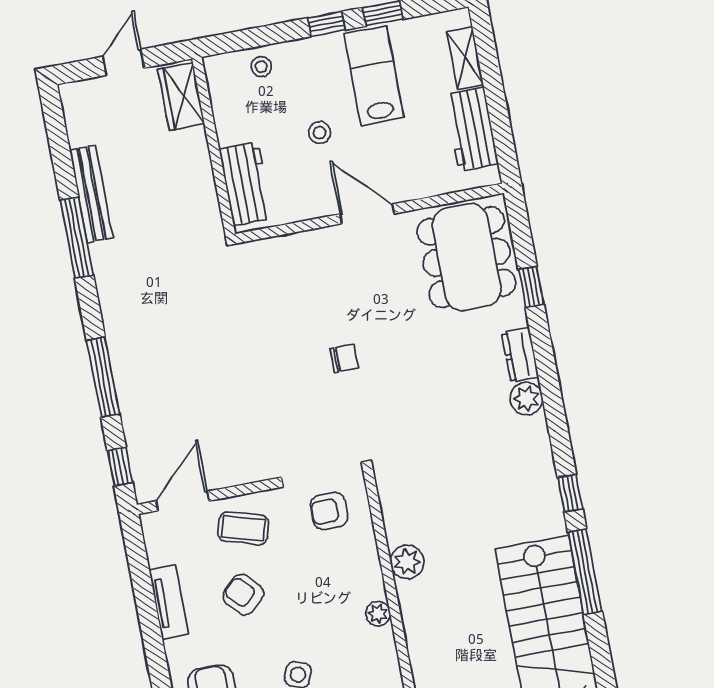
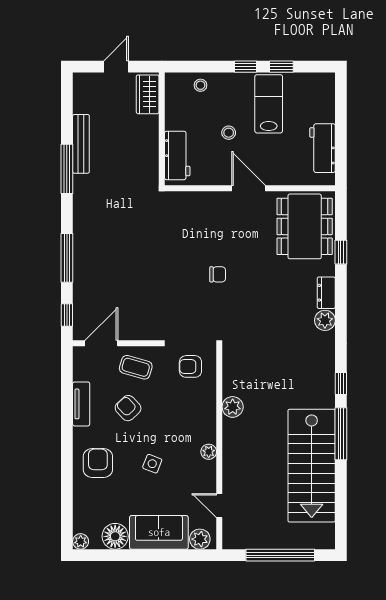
shelving: (465, 58) -> (327, 104), removed
plant: (378, 614) -> (209, 452), moved

